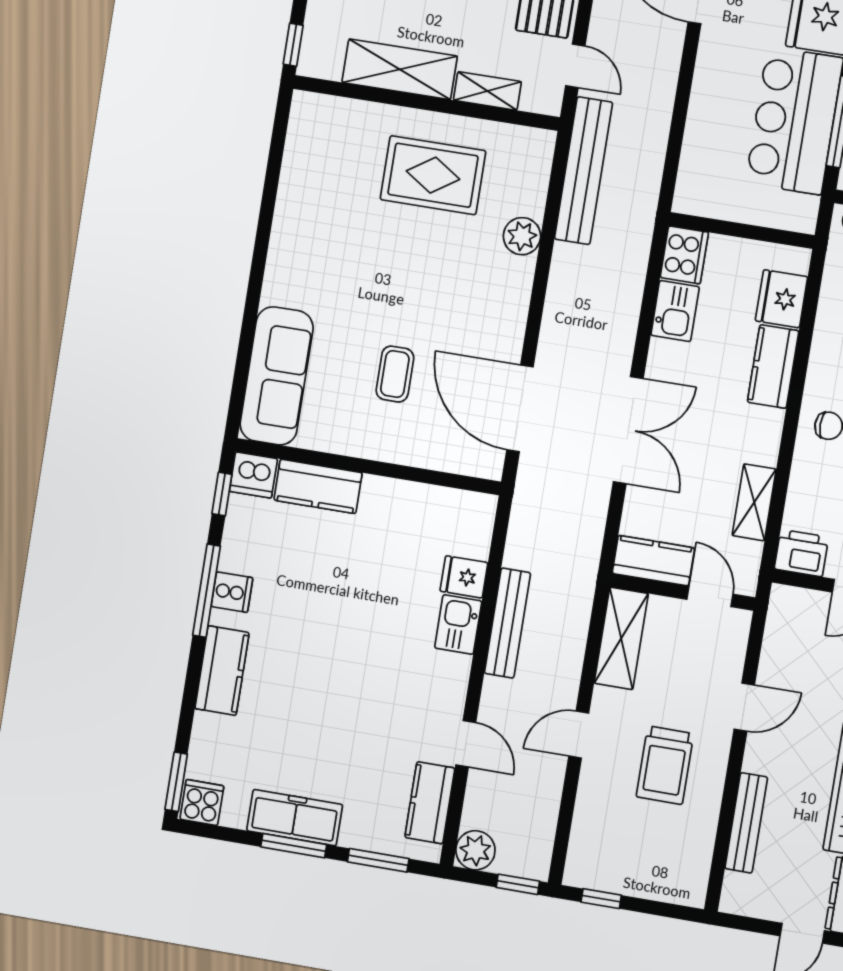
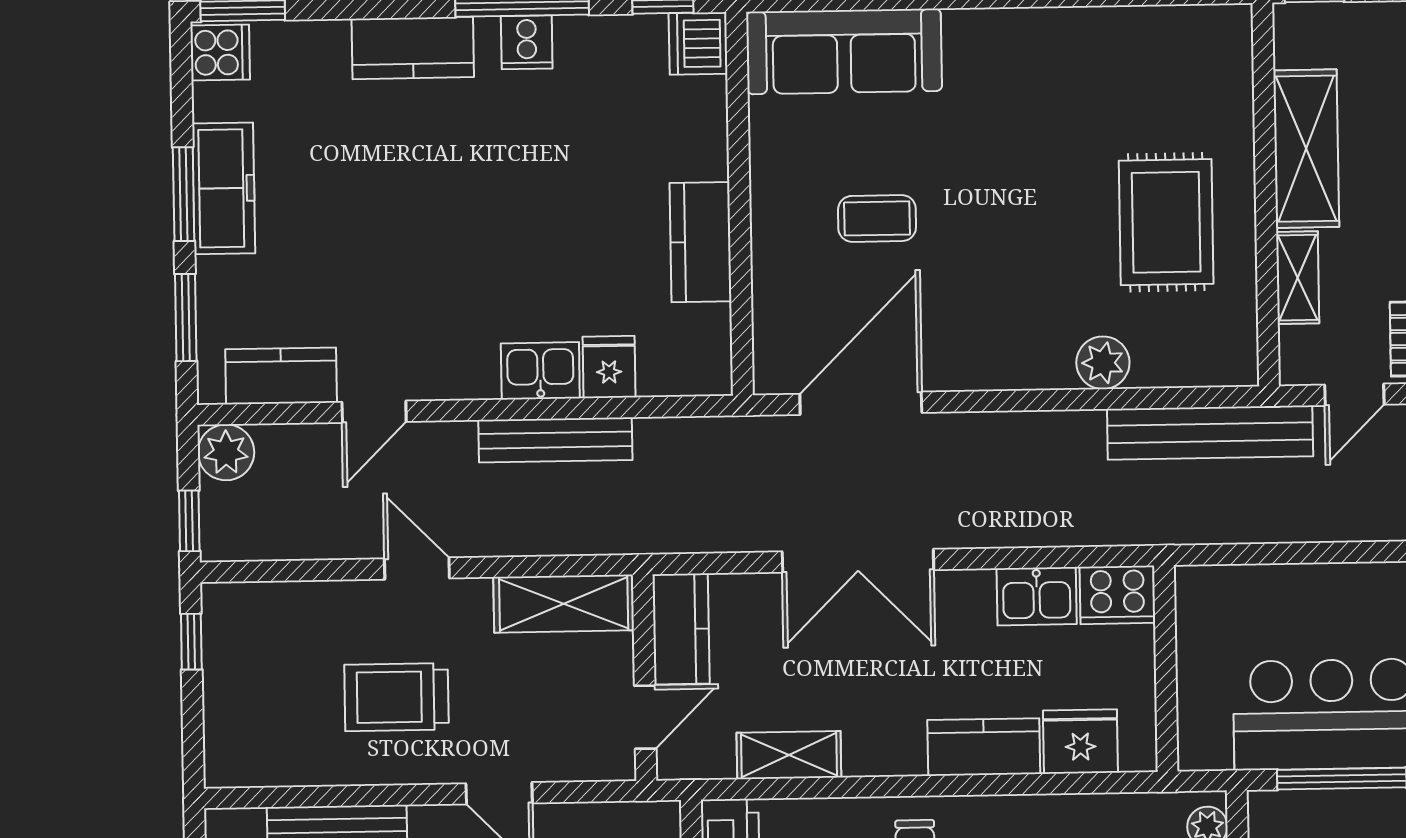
kitchen counter: (318, 486) -> (700, 242), moved

